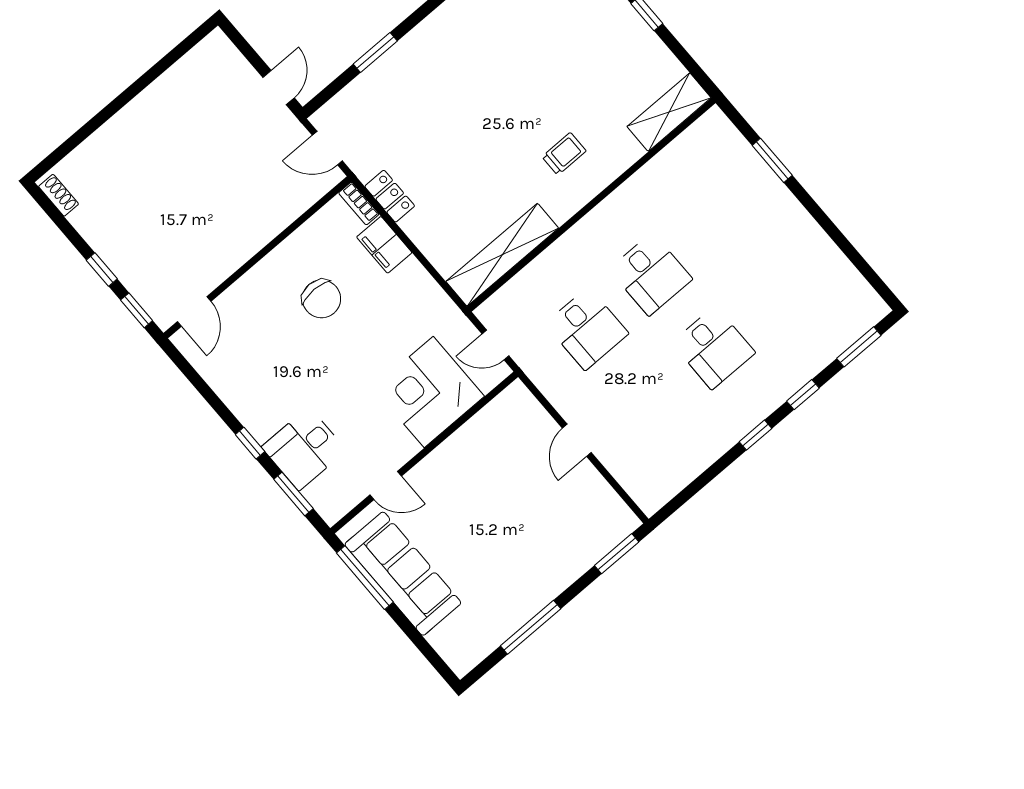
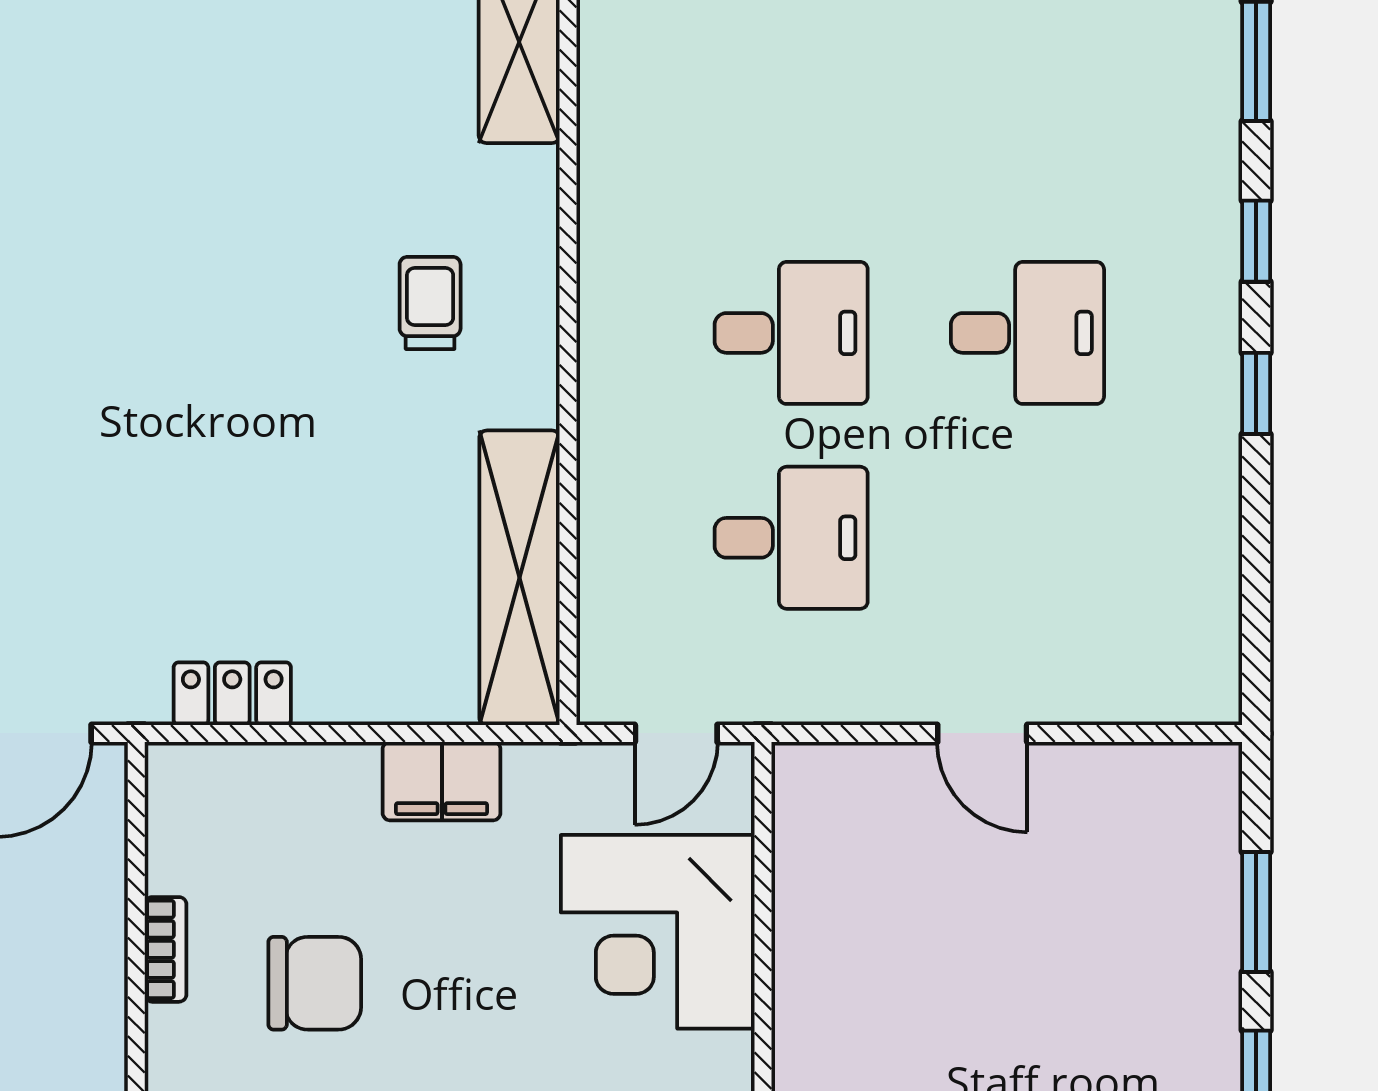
bookcase: (359, 203) -> (166, 949), moved, turned -90
filing cabinet: (384, 245) -> (442, 781), moved
window: (617, 554) -> (1256, 912), moved

